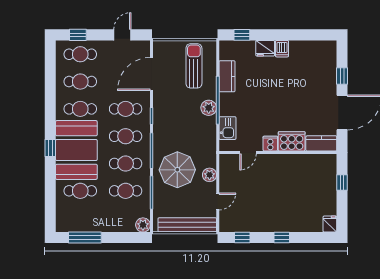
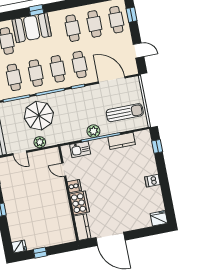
fridge: (265, 48) -> (159, 218), moved, turned 90
window: (342, 76) -> (140, 233), removed
booth: (76, 150) -> (32, 28), width x0.73, depth x0.70
window: (342, 182) -> (40, 253), moved

